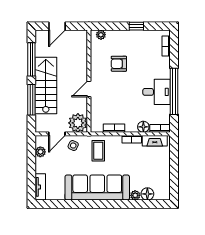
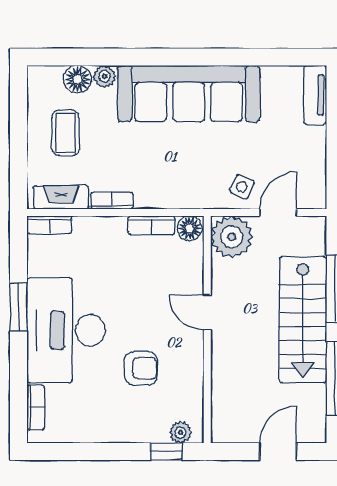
window: (136, 26) -> (166, 451), moved
door: (89, 89) -> (207, 312), swing flipped
window: (174, 91) -> (18, 307), width x0.47
desk: (157, 92) -> (66, 330), width x1.87, depth x1.30
floor lamp: (143, 127) -> (190, 228), moved
coffee table: (98, 151) -> (66, 133), moved
plant: (40, 152) -> (315, 173), removed

